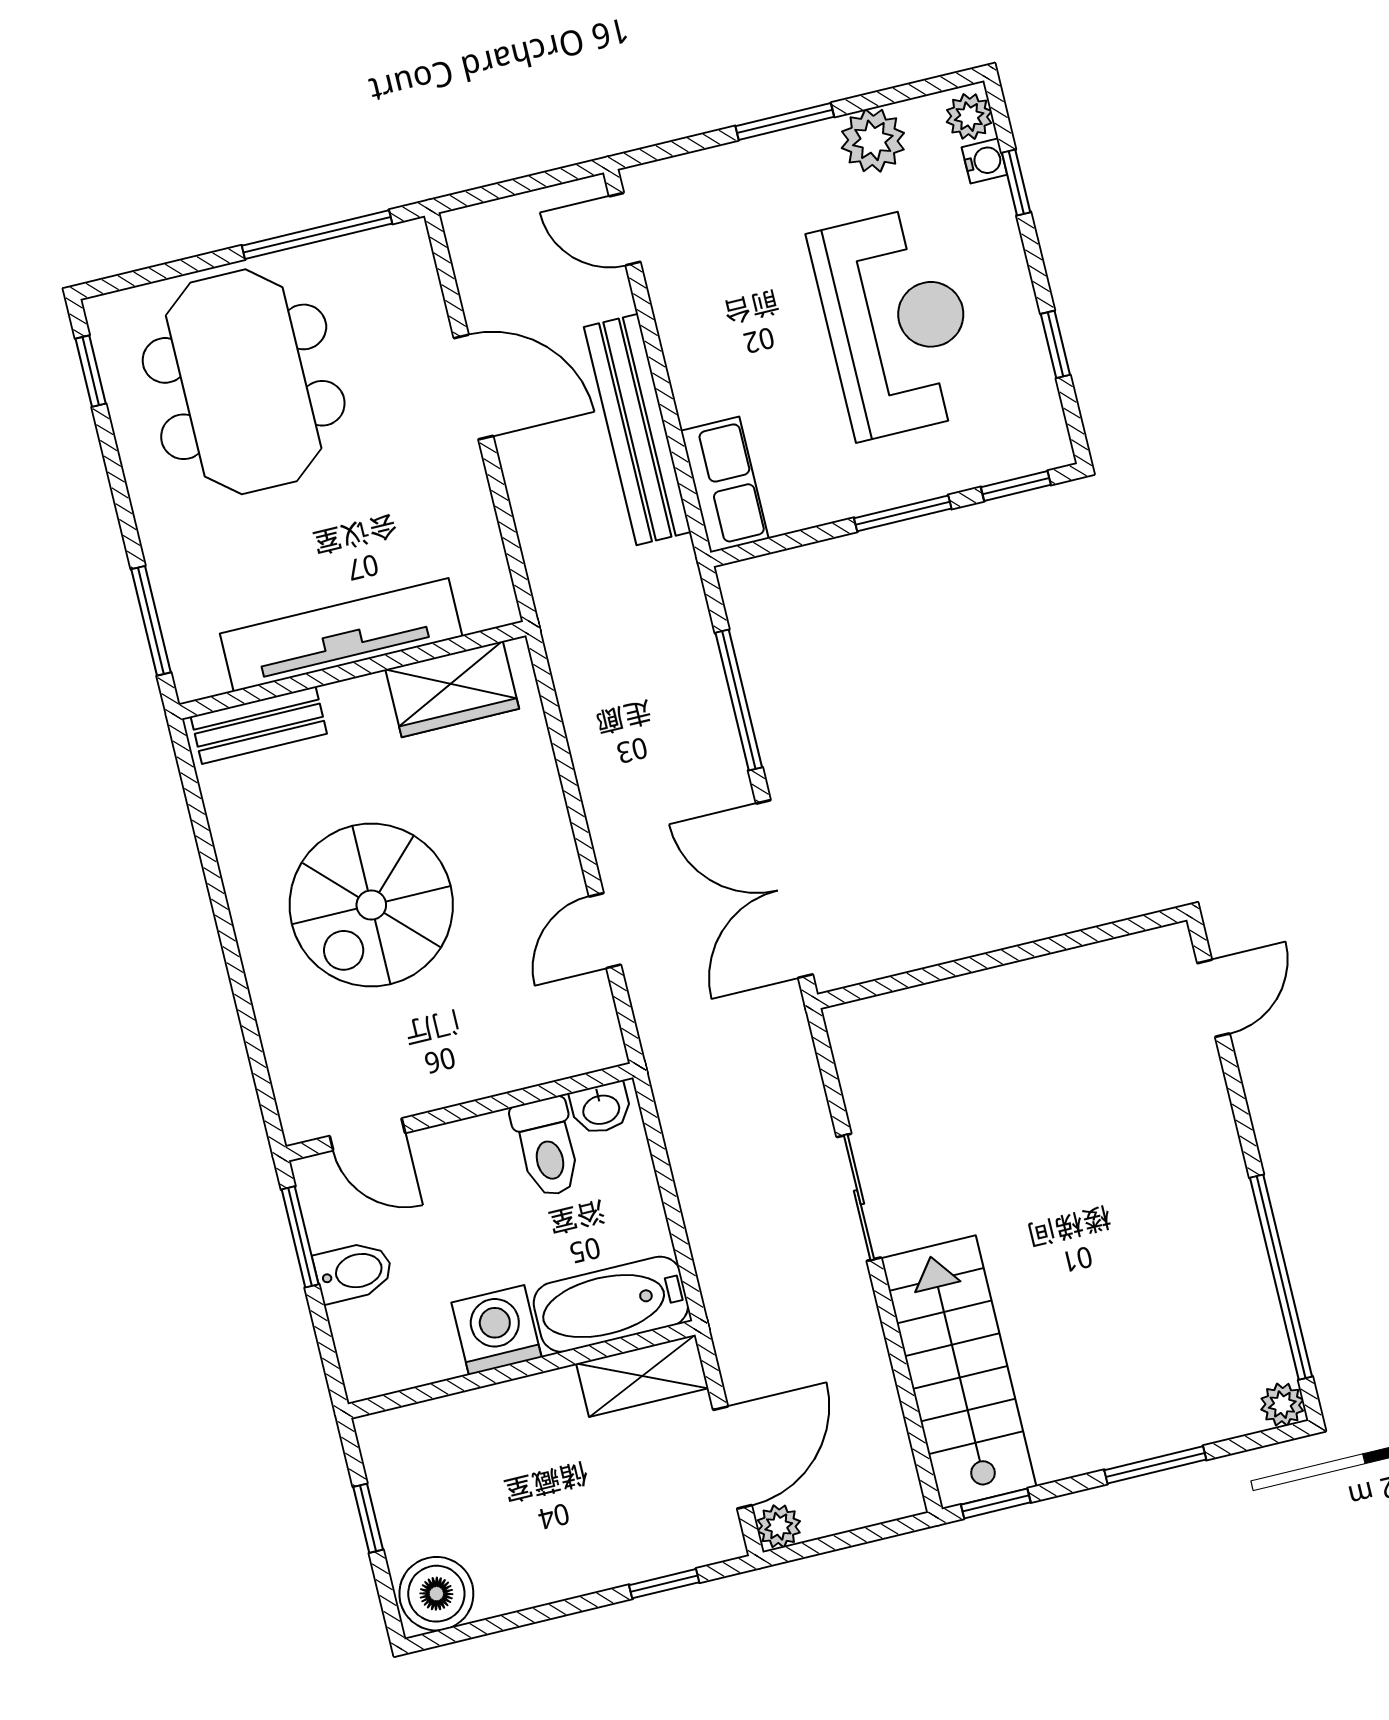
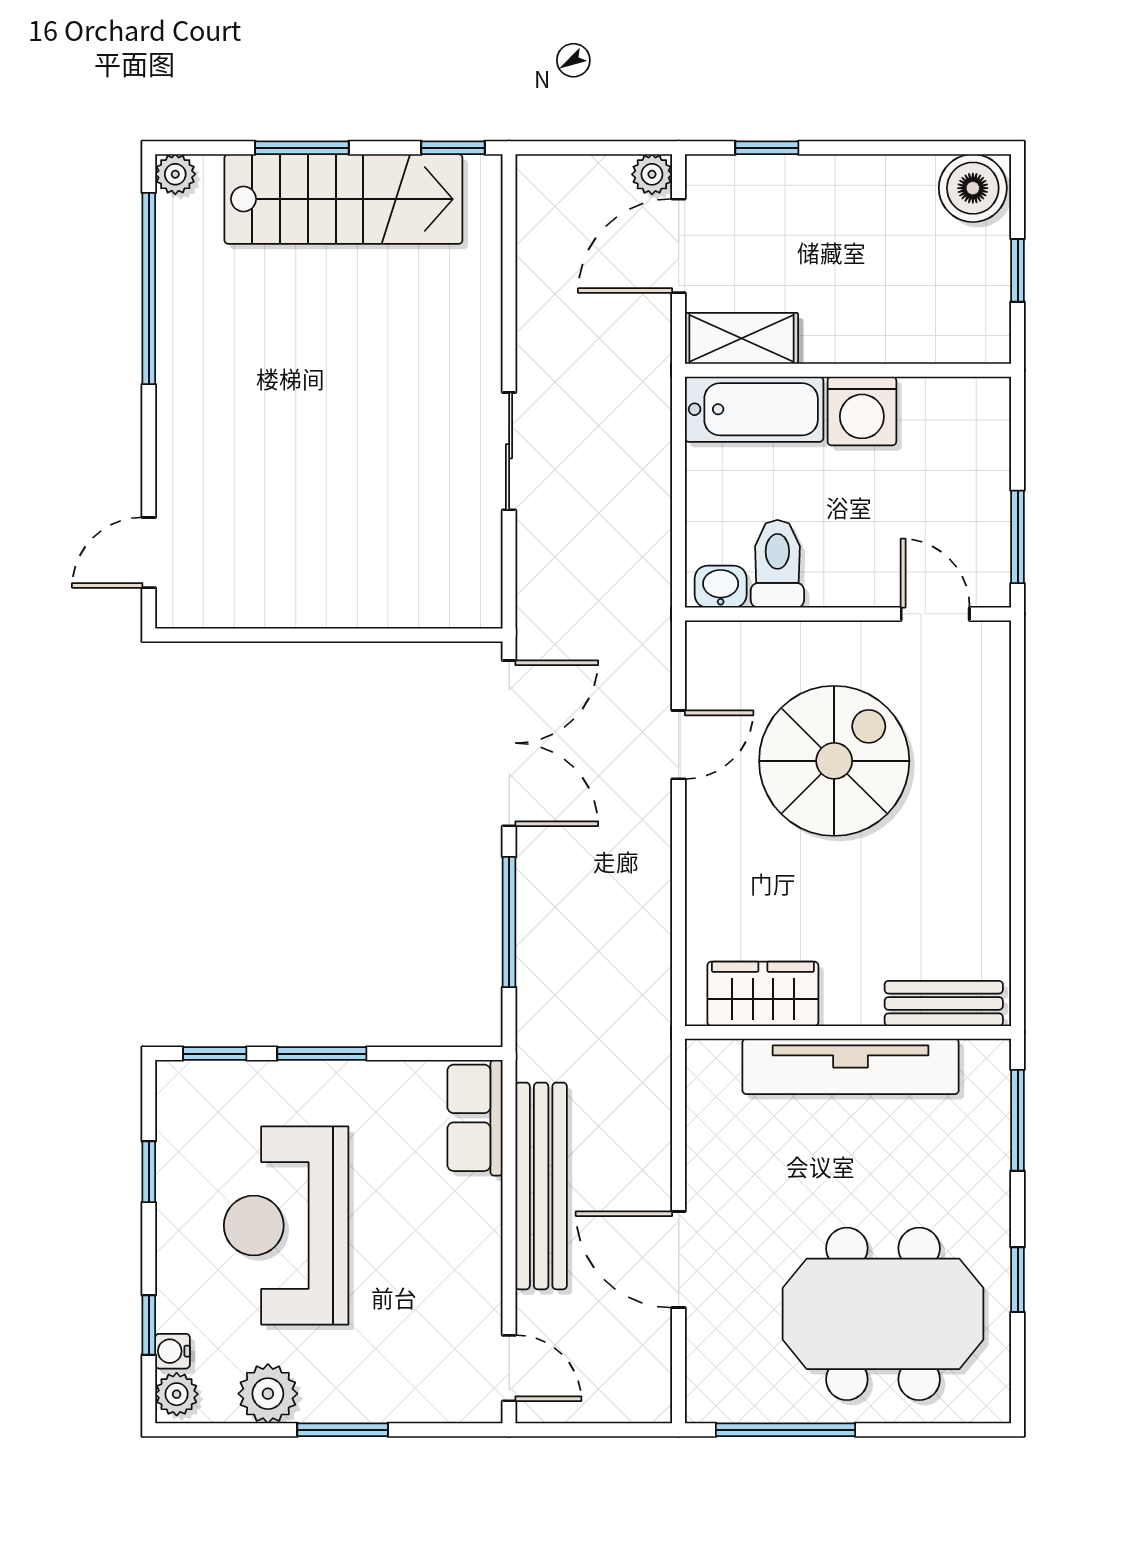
window: (91, 371) -> (1018, 1280), moved
meeting table: (244, 382) -> (883, 1314), turned 90
spiral stairs: (371, 905) -> (834, 761), moved
bidet: (354, 1272) -> (977, 494), removed
stairs: (959, 1372) -> (343, 199), moved, turned -90

